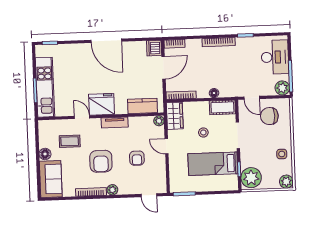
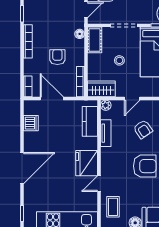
door: (106, 41) -> (22, 168), moved
dishwasher: (154, 48) -> (31, 123), moved, turned -90
armchair: (204, 72) -> (57, 57), added
floor lamp: (214, 93) -> (80, 34), moved
tv unit: (115, 122) -> (106, 133), moved
coffee table: (70, 141) -> (113, 207), moved
armchair: (137, 158) -> (143, 129), turned 56

